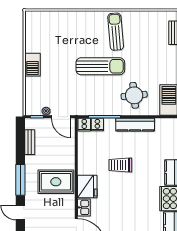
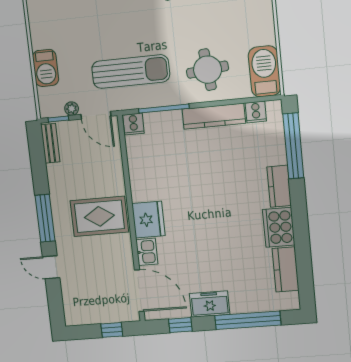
barbecue: (32, 65) -> (46, 68), moved
sun lounger: (100, 66) -> (131, 72), moved
cooker: (97, 125) -> (256, 112), moved
bench: (30, 142) -> (50, 143), moved
trolley: (120, 165) -> (197, 182), removed

